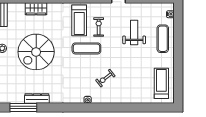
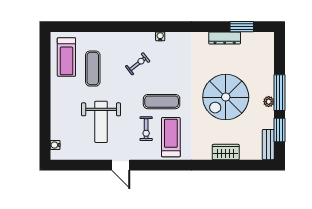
weight bench: (134, 33) -> (101, 122), width x1.36, depth x1.33
exercise mat: (163, 39) -> (93, 69), moved
spiral stairs: (36, 52) -> (226, 97), turned 180
window: (23, 107) -> (242, 27), width x0.69

